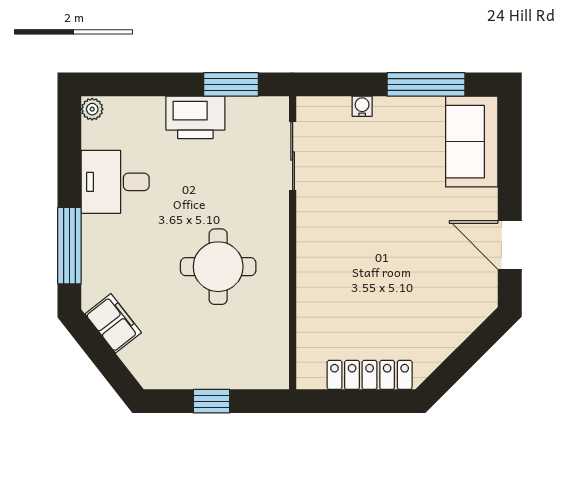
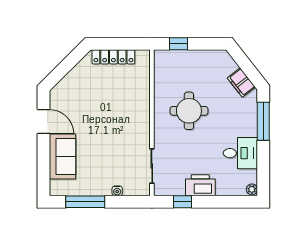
window: (231, 84) -> (183, 202), width x0.67
sofa: (472, 142) -> (62, 156), moved
window: (212, 401) -> (179, 44), moved

